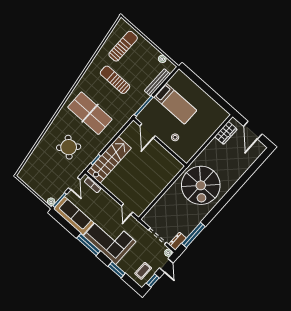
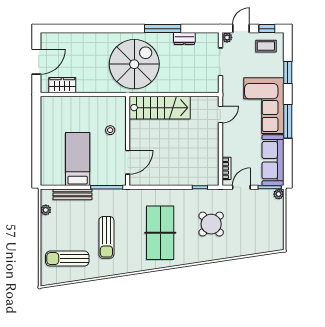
stairs: (109, 160) -> (160, 108), moved, turned 180
window: (193, 235) -> (163, 29), moved
dresser: (177, 241) -> (184, 39), moved

